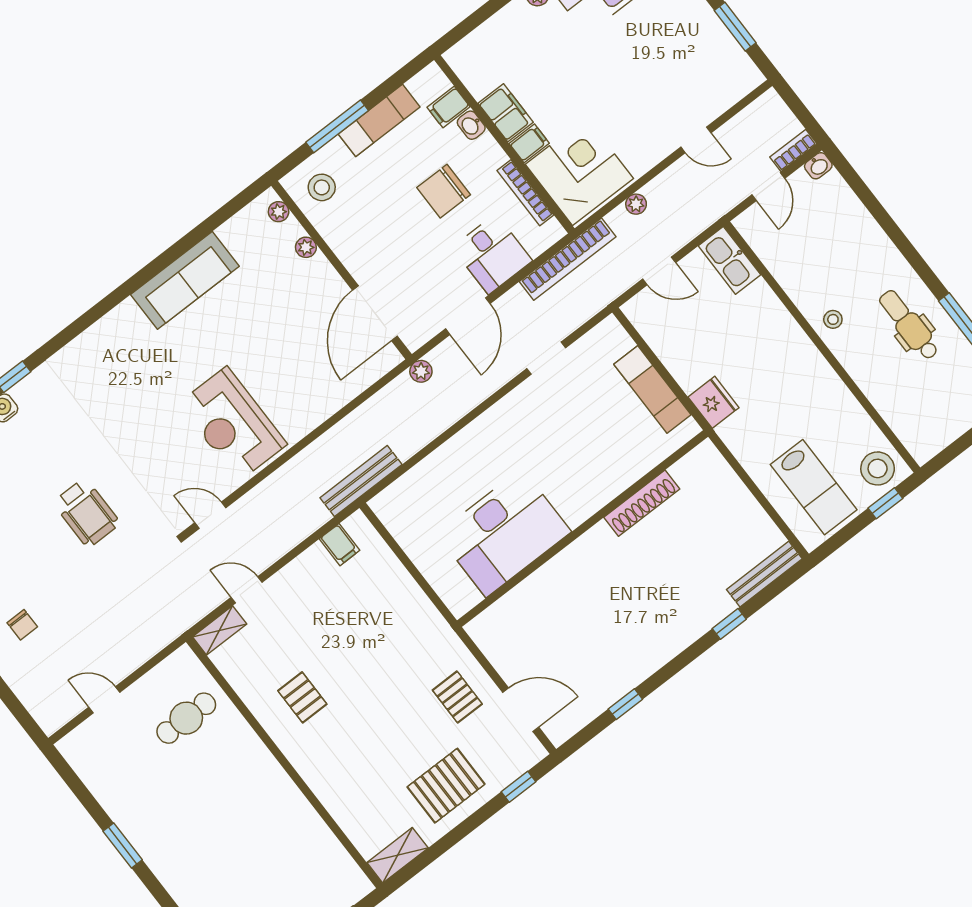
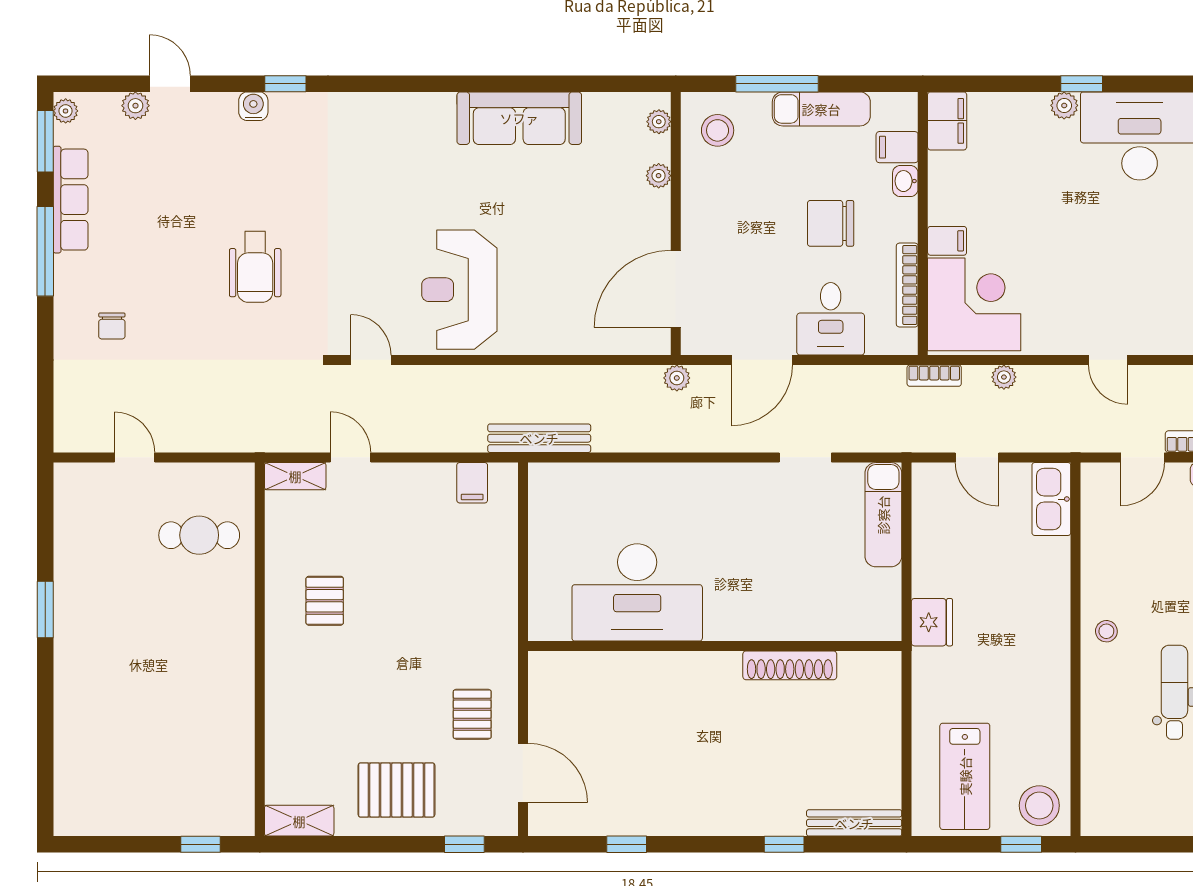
filing cabinet: (506, 113) -> (947, 121), moved
bookcase: (568, 259) -> (934, 376), width x0.43, depth x0.76
exam couch: (652, 390) -> (883, 515), moved

